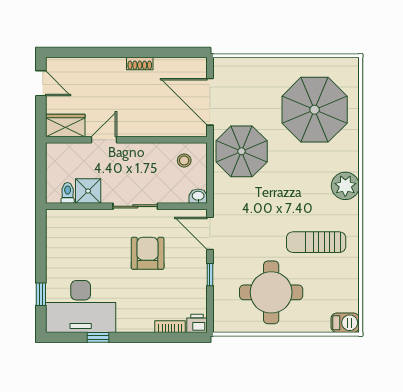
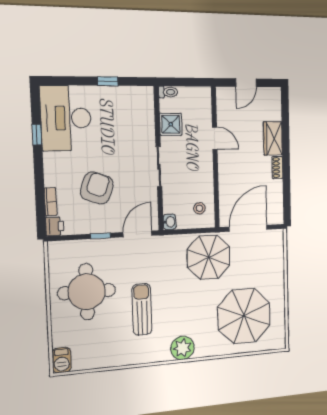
door: (41, 83) -> (246, 83), moved
wardrobe: (65, 126) -> (273, 138), moved, turned 180
toilet: (68, 193) -> (168, 92), moved
sun lounger: (316, 242) -> (142, 309), moved
armchair: (148, 253) -> (97, 188), moved, turned -70
window: (41, 294) -> (108, 81), moved

